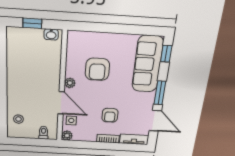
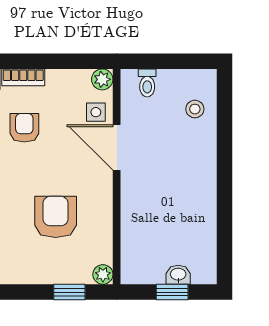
window: (93, 27) -> (69, 292), added
washbasin: (51, 34) -> (178, 275), moved
plant: (70, 83) -> (103, 274), moved

